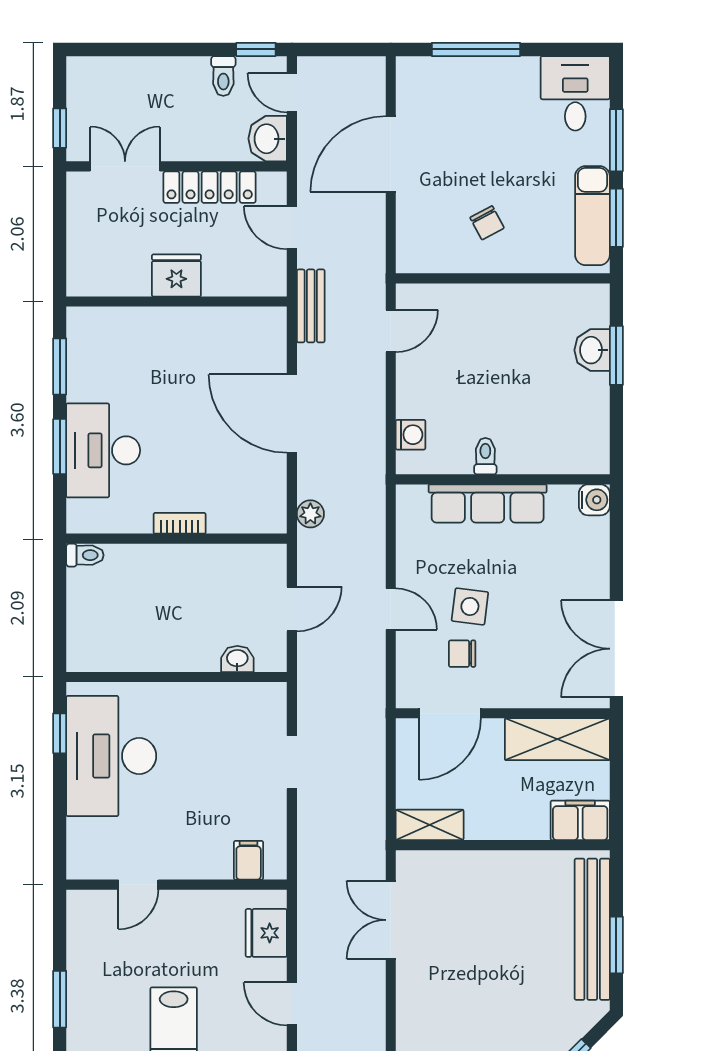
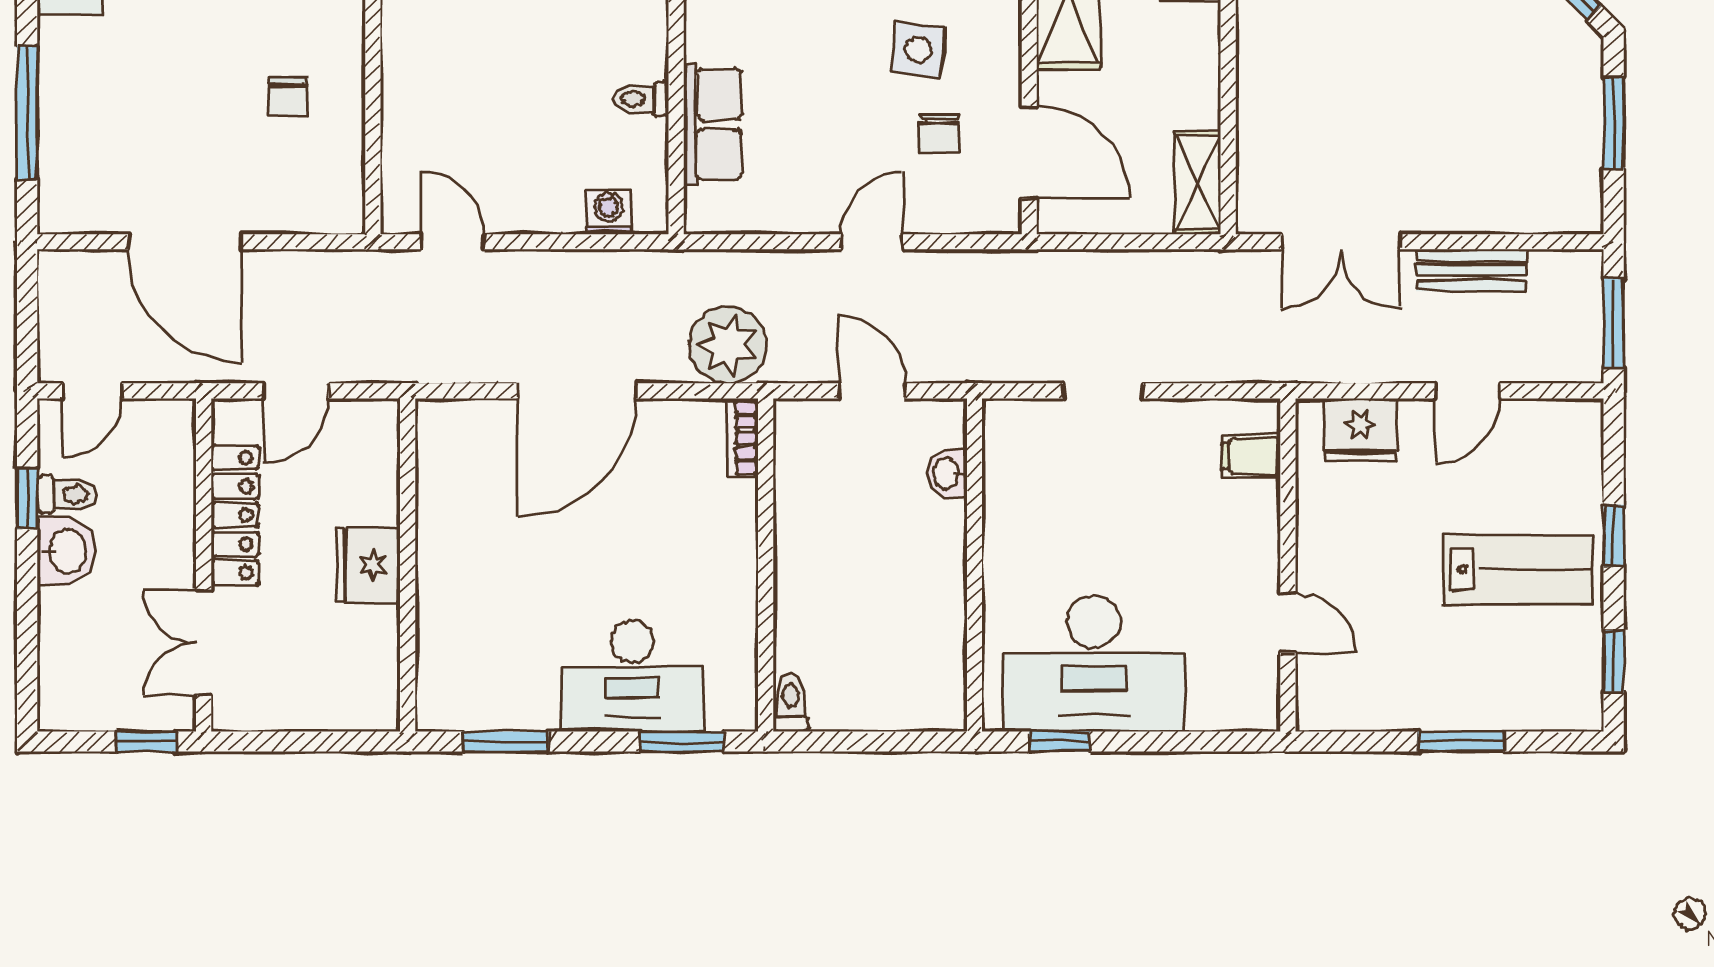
window: (256, 49) -> (27, 499), moved
washbasin: (268, 139) -> (66, 551), moved, turned -90
chair: (487, 223) -> (289, 96), turned 118
bench: (311, 306) -> (1471, 270), moved
window: (60, 446) -> (682, 742), moved
row of seats: (488, 503) -> (712, 124), width x0.68
plant: (310, 514) -> (728, 345), width x1.87, depth x1.87
bookcase: (180, 523) -> (742, 438), moved
side table: (470, 606) -> (918, 50), moved

